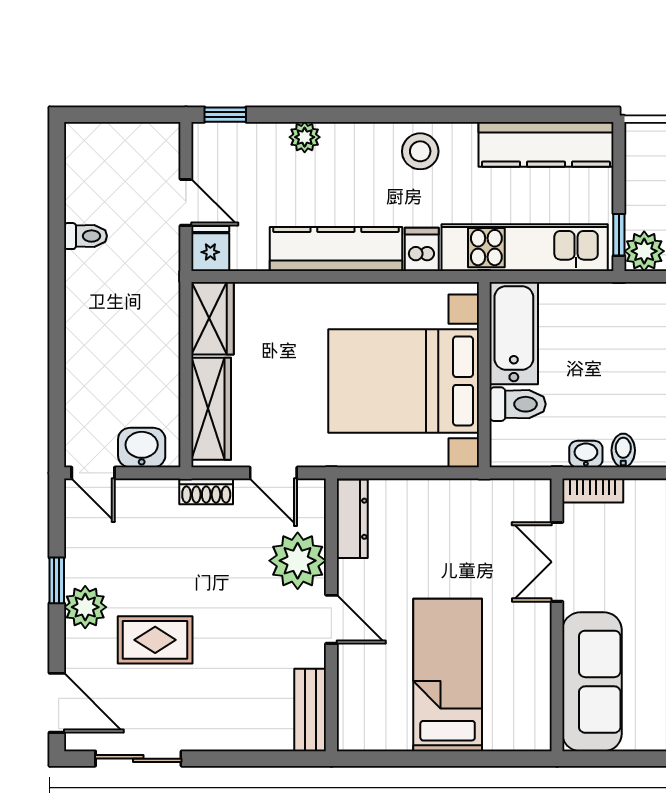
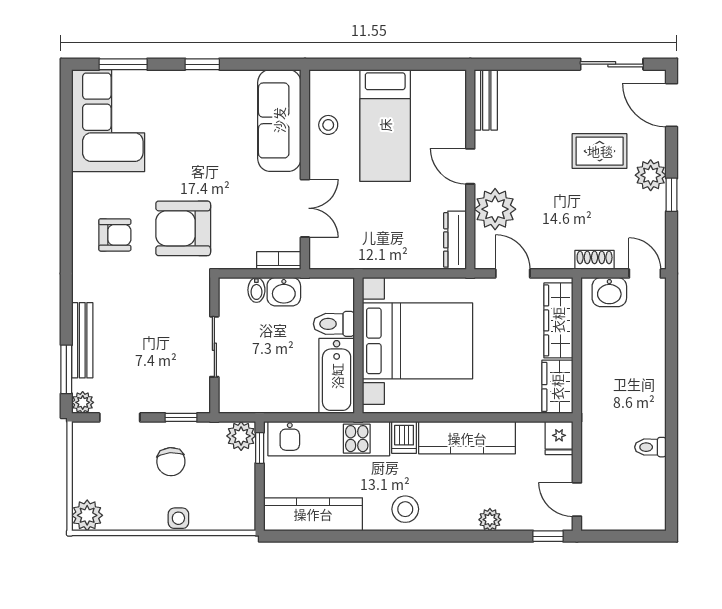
door: (186, 202) -> (577, 499), moved
washbasin: (586, 454) -> (284, 292), width x1.38, depth x1.45
shoe rack: (206, 491) -> (595, 260), moved
stool: (525, 676) -> (328, 125), added

